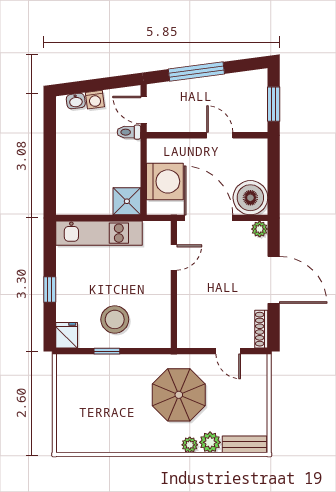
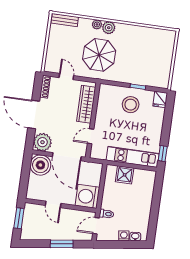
window: (196, 72) -> (62, 244), width x0.69
door: (144, 110) -> (96, 226), swing flipped
washing machine: (165, 181) -> (87, 196), moved
shower: (127, 201) -> (125, 175), moved
plant: (260, 229) -> (42, 142), width x1.88, depth x1.88
window: (50, 290) -> (163, 153), moved
wardrobe: (189, 309) -> (86, 104), added
plant: (210, 442) -> (109, 28), moved

